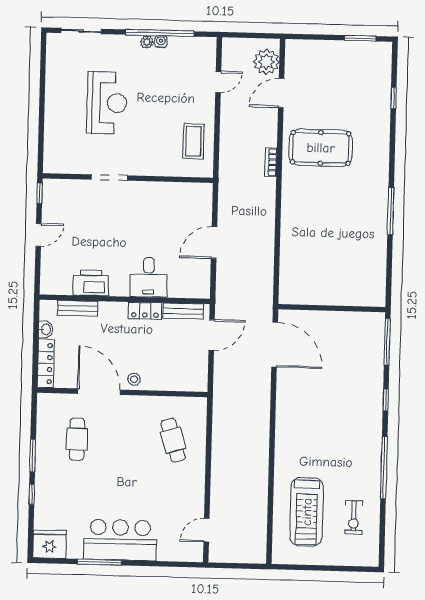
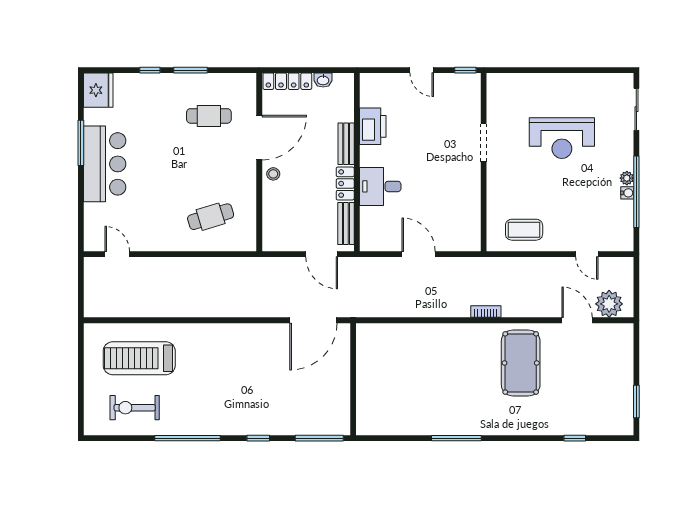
bookcase: (271, 162) -> (486, 312), moved
bench: (78, 308) -> (346, 144), moved
exercise bike: (354, 517) -> (135, 408), width x1.38, depth x1.39

